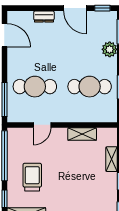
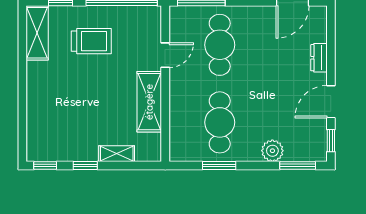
door: (42, 125) -> (165, 55), swing flipped
shelving: (82, 134) -> (149, 102), width x1.50, depth x1.33

